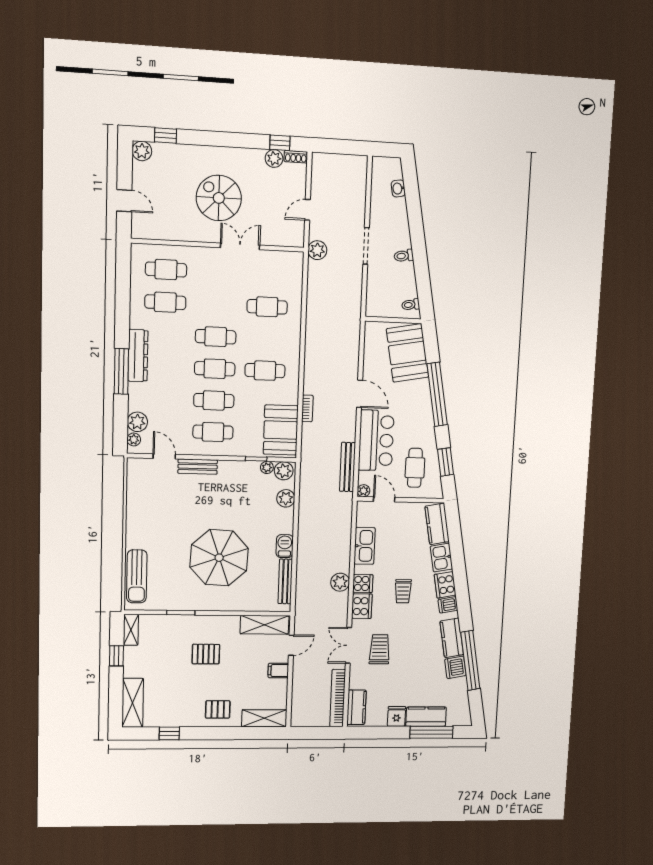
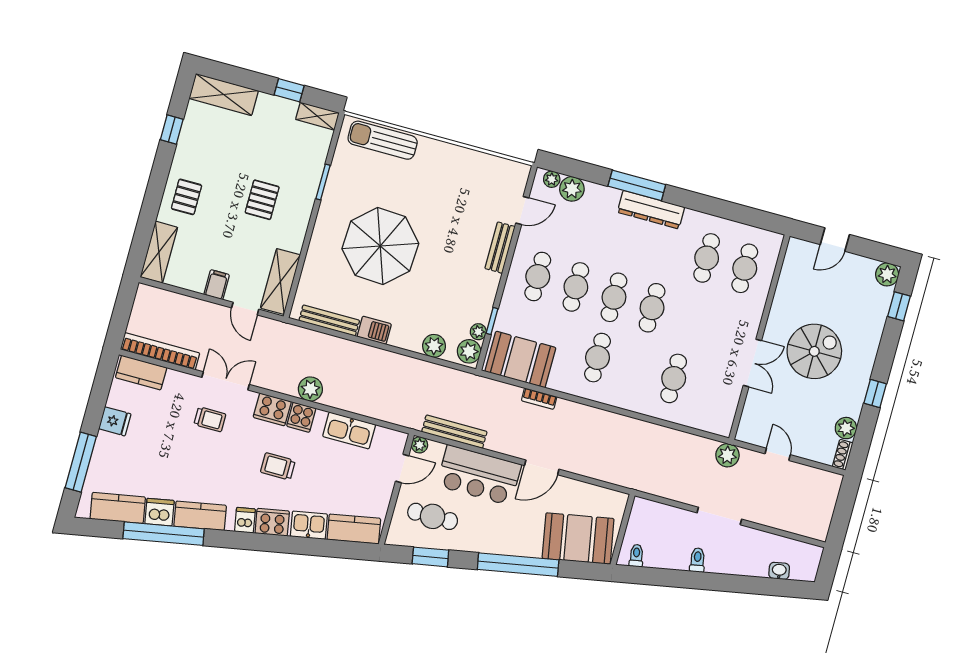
window: (280, 143) -> (875, 393), moved
trolley: (379, 649) -> (210, 419), width x0.73, depth x0.72
kitchen counter: (426, 717) -> (118, 508), moved, turned -100

